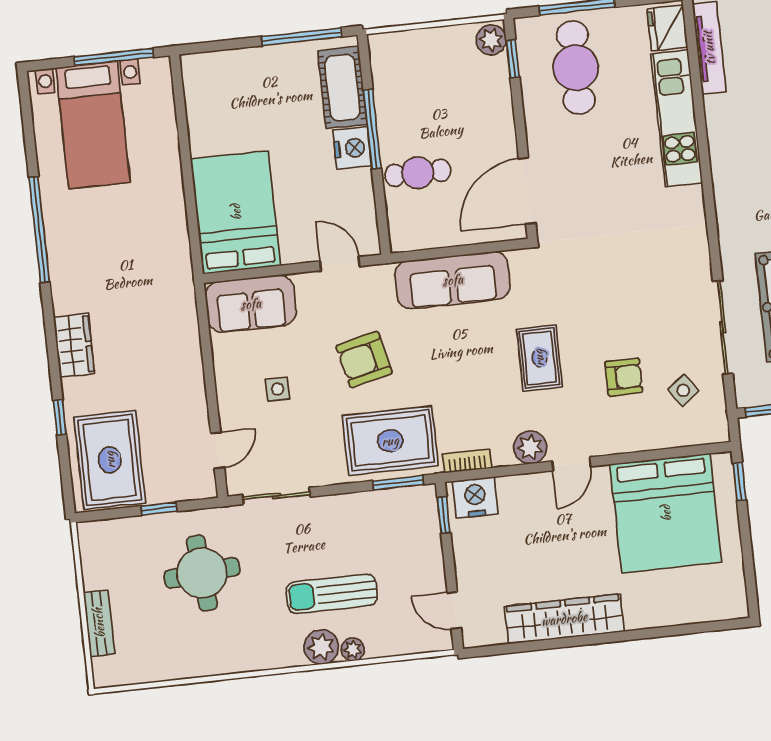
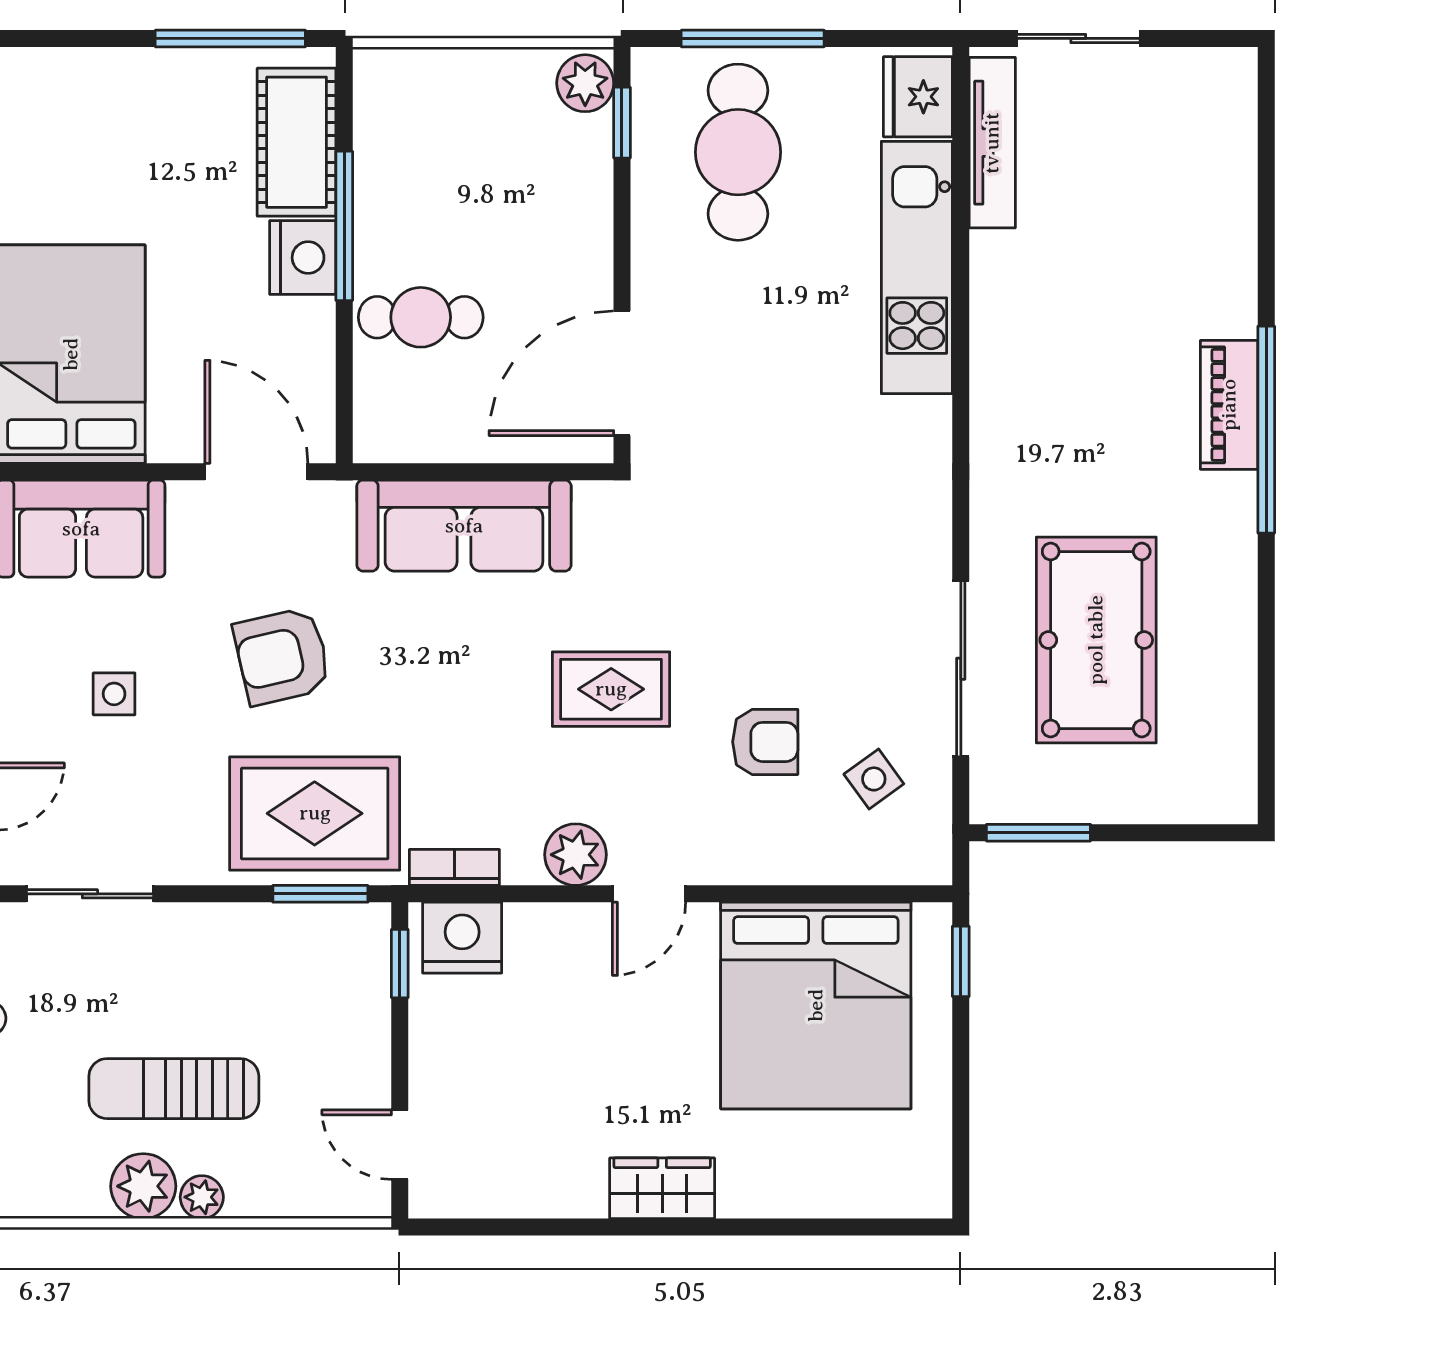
door: (340, 264) -> (256, 472), width x1.38
rug: (539, 358) -> (611, 689), turned 90
wardrobe: (564, 619) -> (662, 1188), width x0.48, depth x0.85

